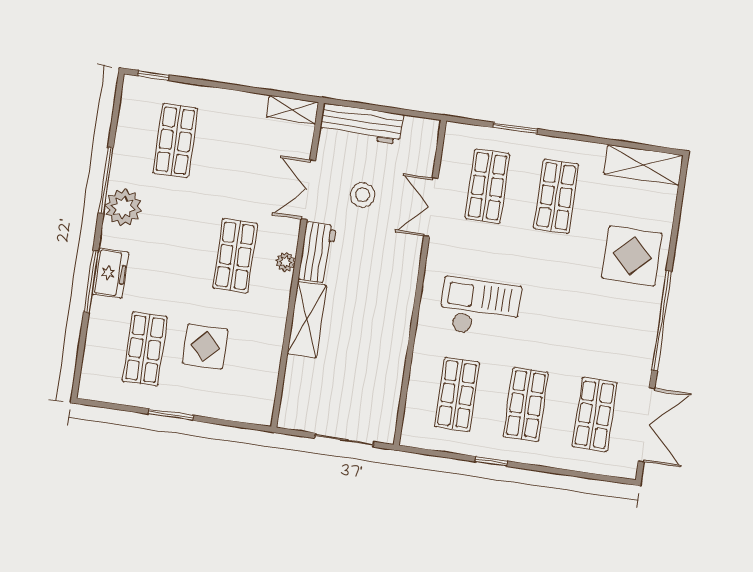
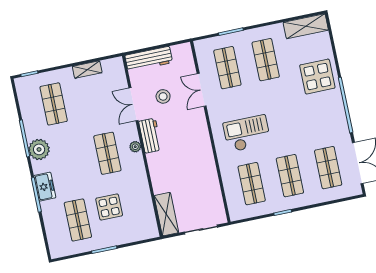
shelving: (293, 110) -> (87, 70), moved
shelving: (307, 320) -> (166, 214), moved

